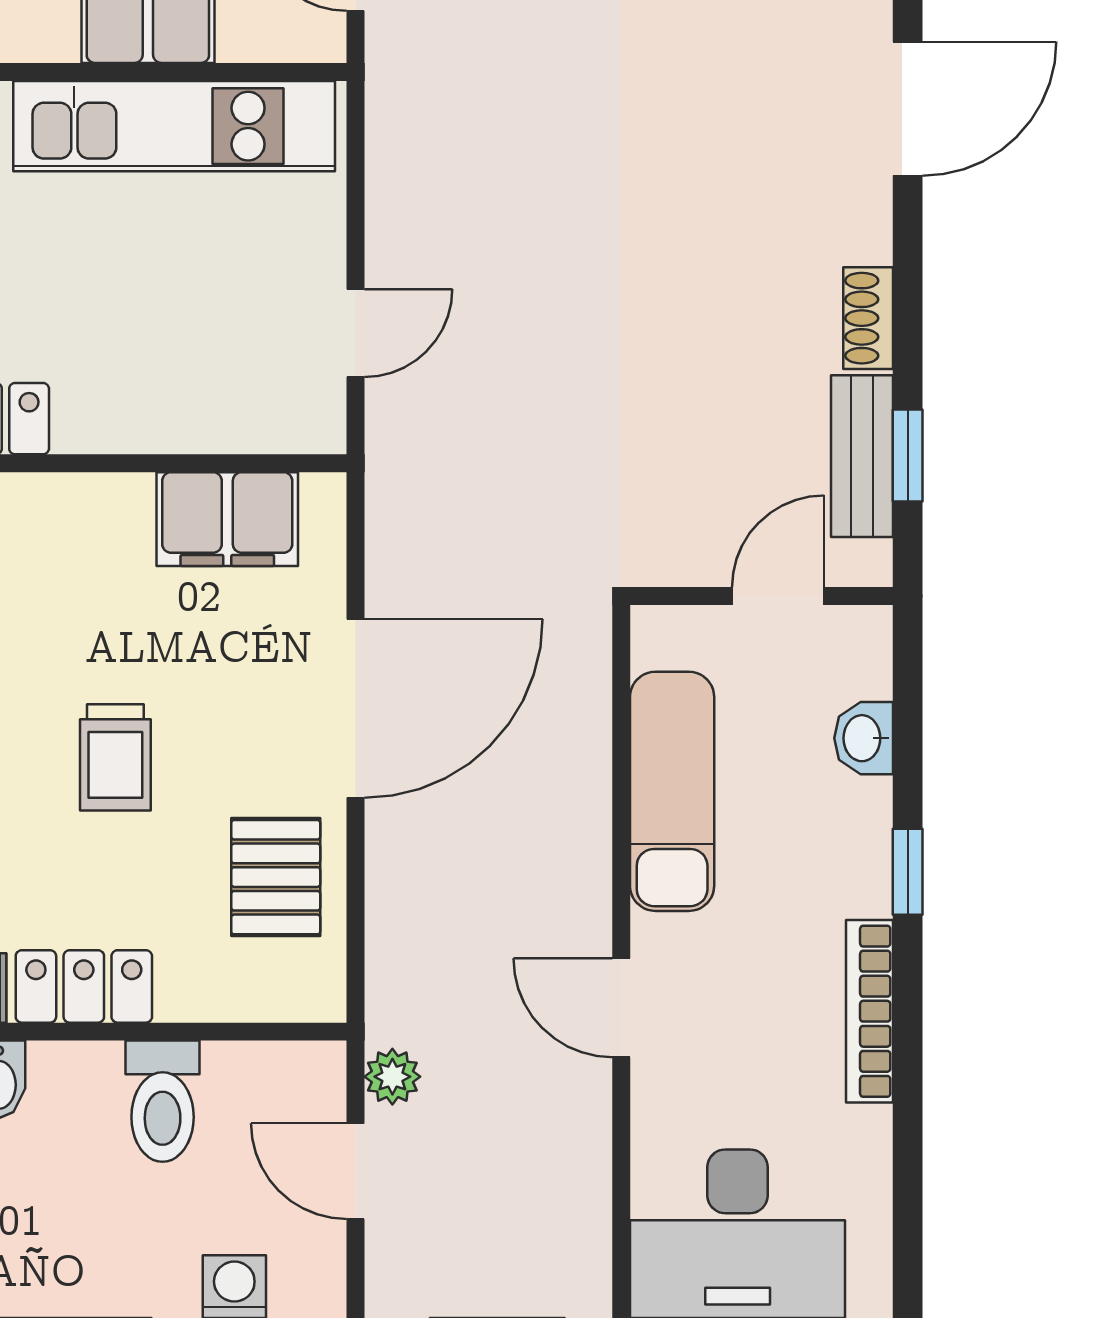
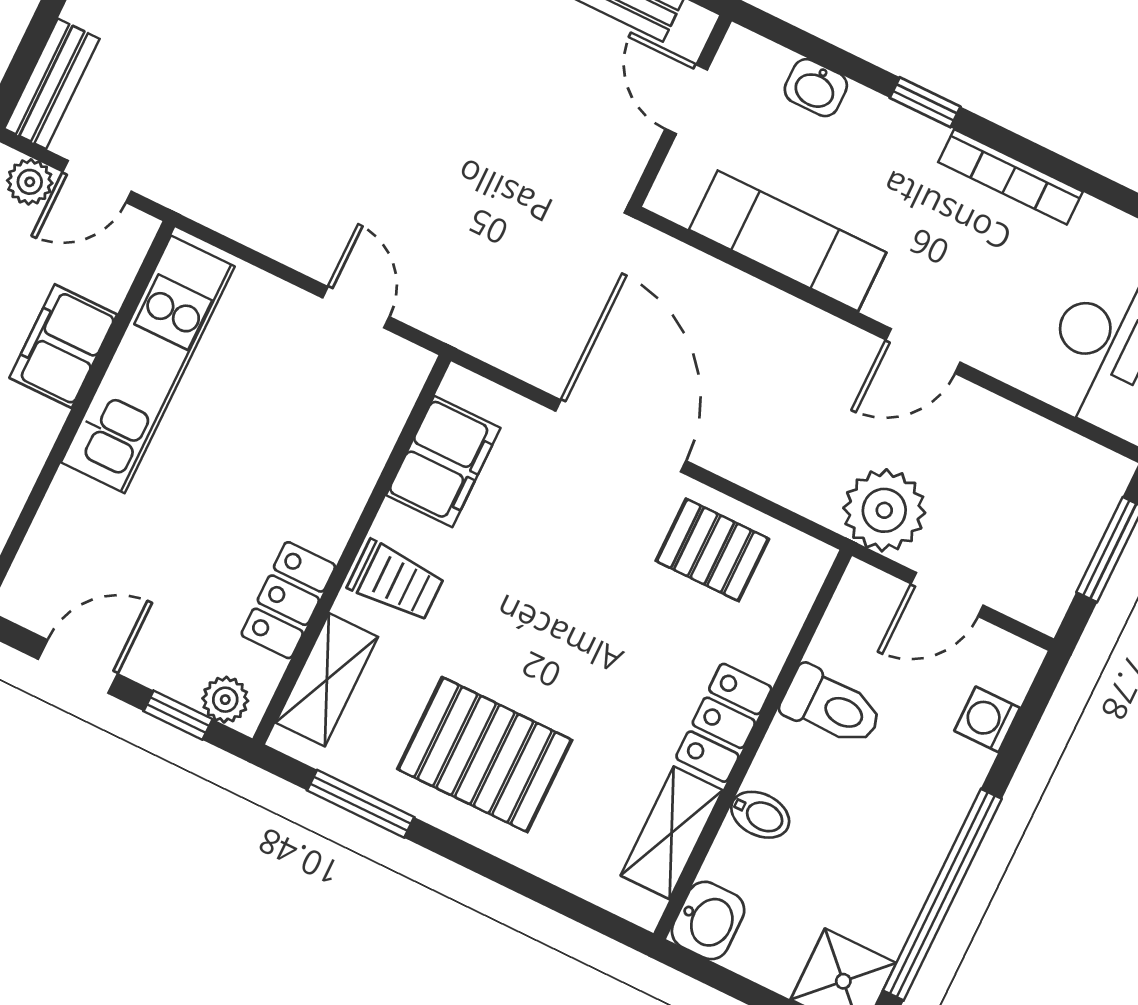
trolley: (115, 757) -> (396, 581), moved
plant: (392, 1077) -> (884, 510), width x1.87, depth x1.87

